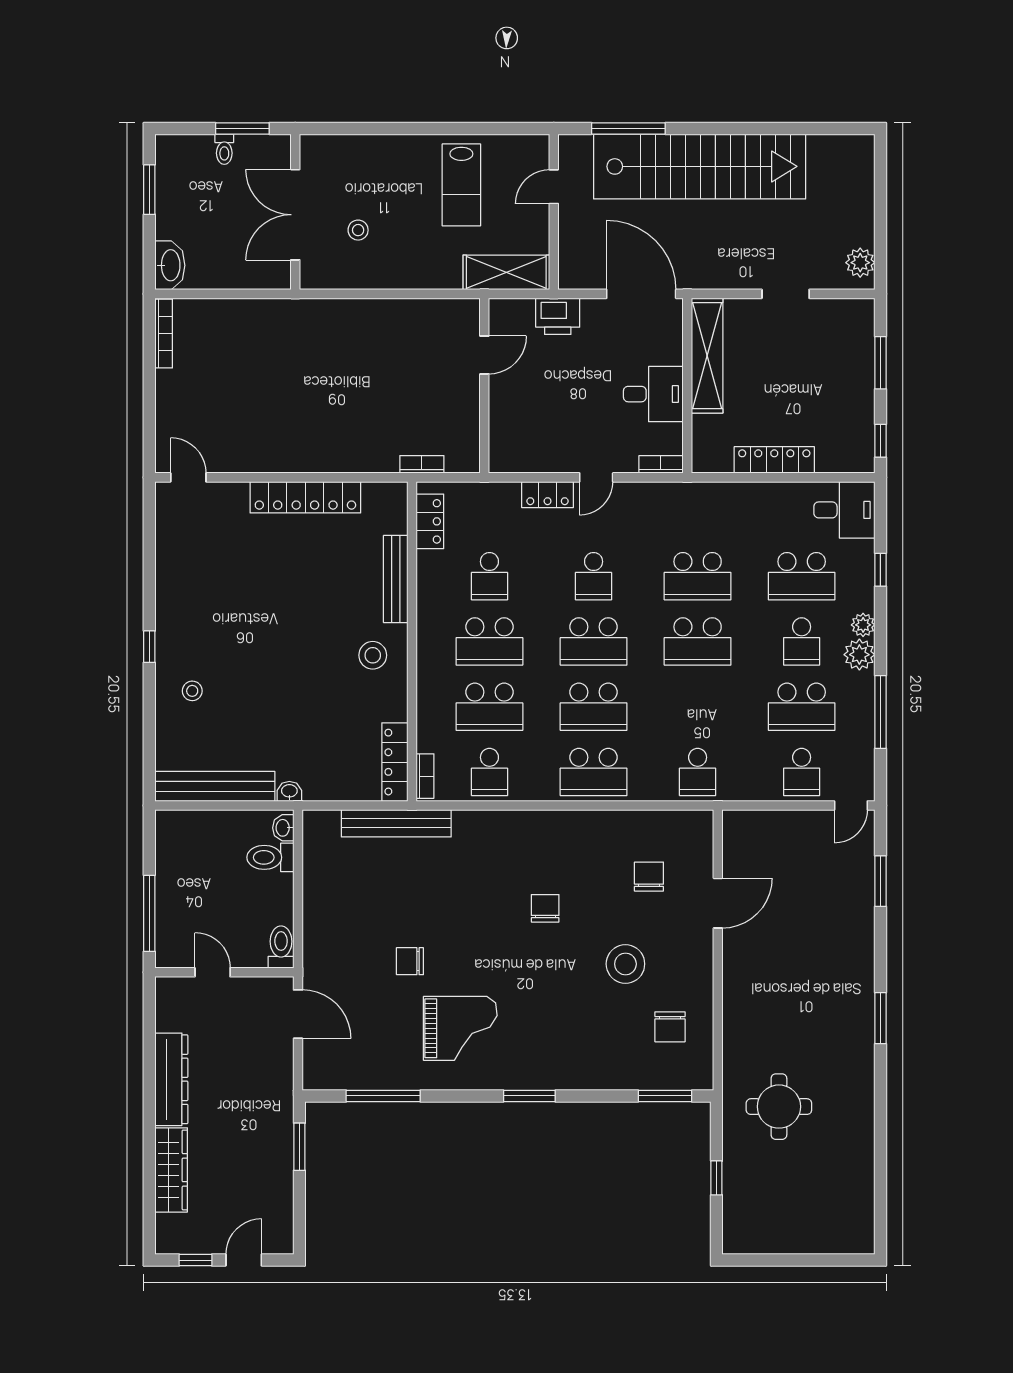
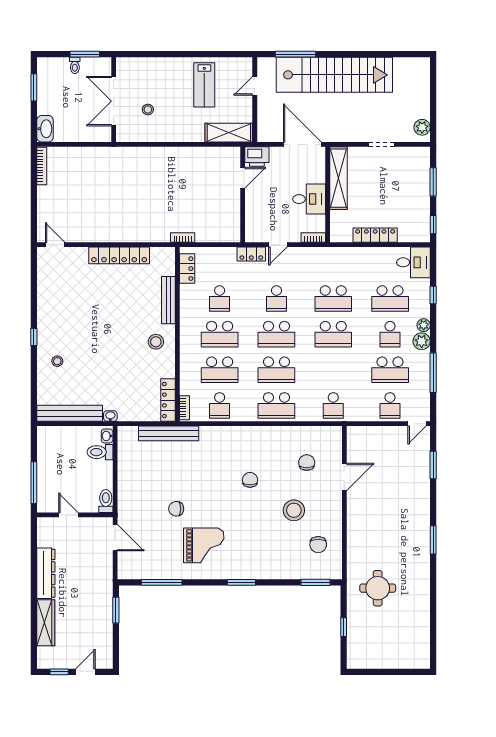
door: (484, 355) -> (243, 178), moved
wall: (484, 386) -> (243, 194), moved

